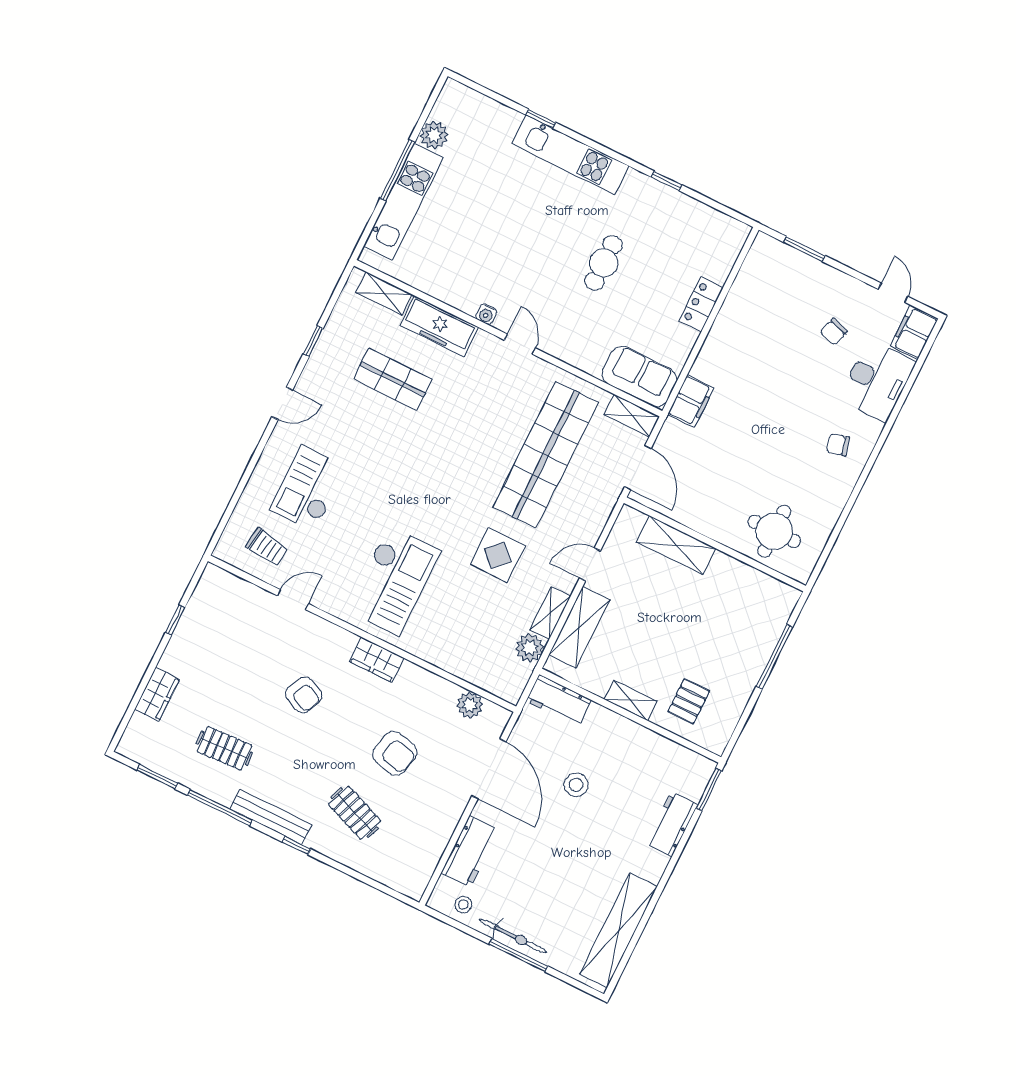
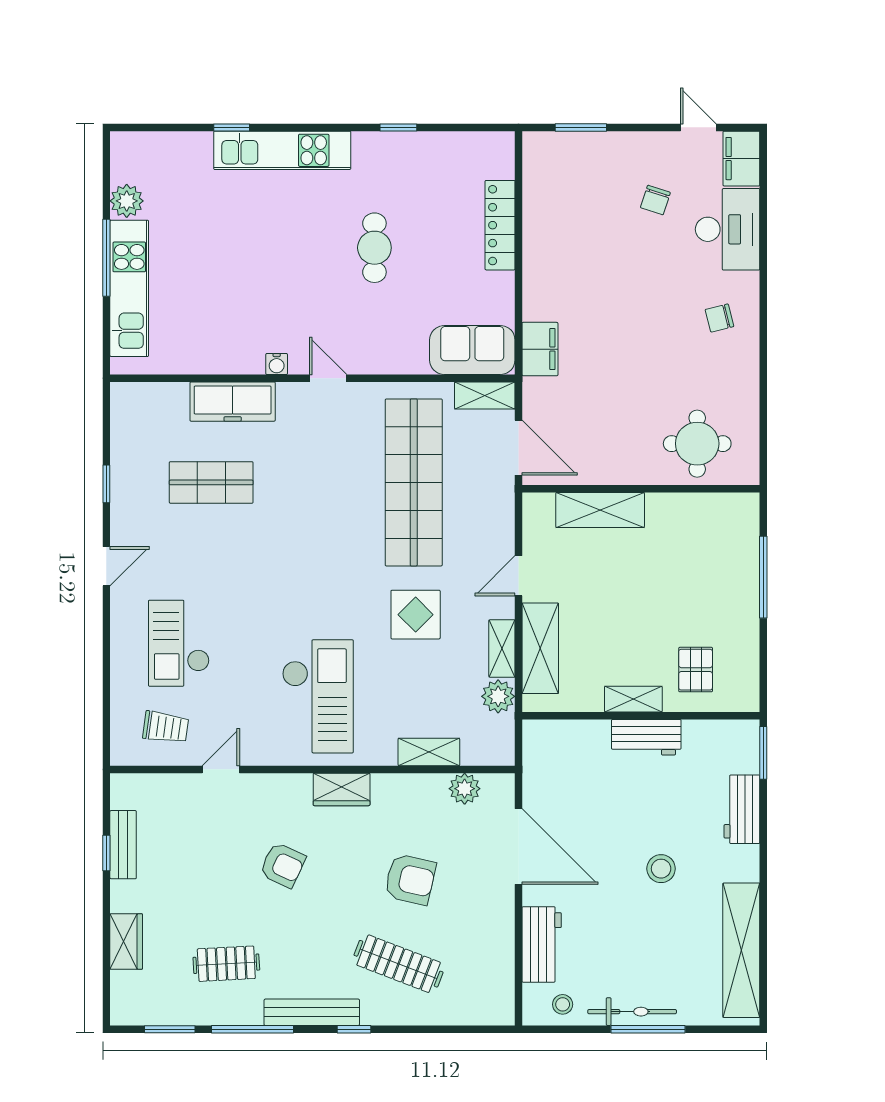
shelving: (384, 293) -> (429, 752), moved
locker: (701, 304) -> (500, 225), width x1.53
bench: (191, 620) -> (123, 845), added
workbench: (559, 701) -> (646, 737), moved
stool: (576, 785) -> (661, 869), moved
clothes rail: (355, 813) -> (399, 964), width x1.36

